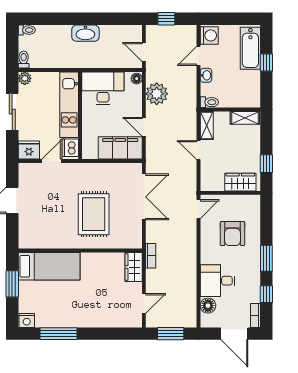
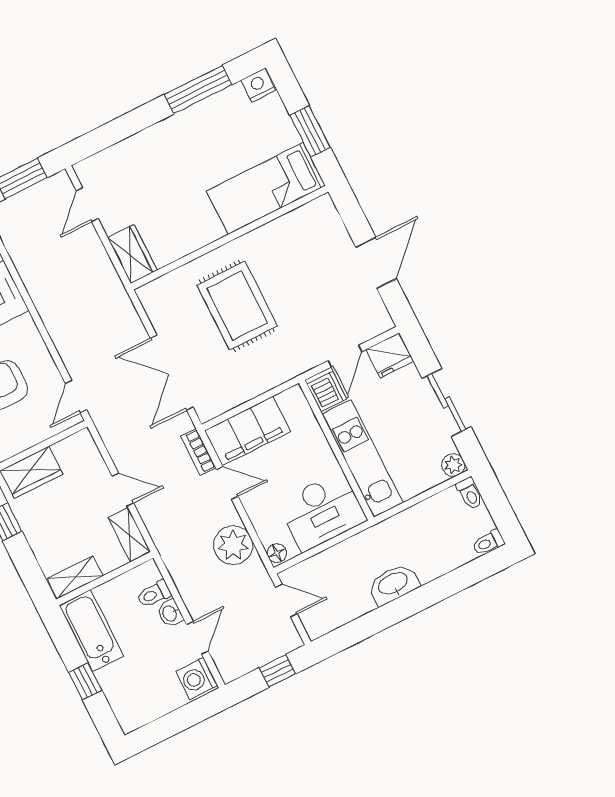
bathtub: (250, 48) -> (91, 631), moved
toilet: (209, 102) -> (154, 594), moved
bookcase: (151, 256) -> (198, 452), moved

